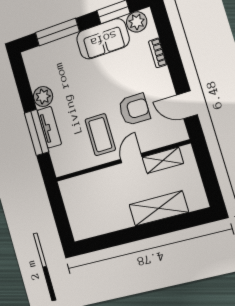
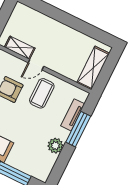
tv unit: (49, 127) -> (73, 115), moved
shelving: (159, 208) -> (93, 68), moved, turned 90

